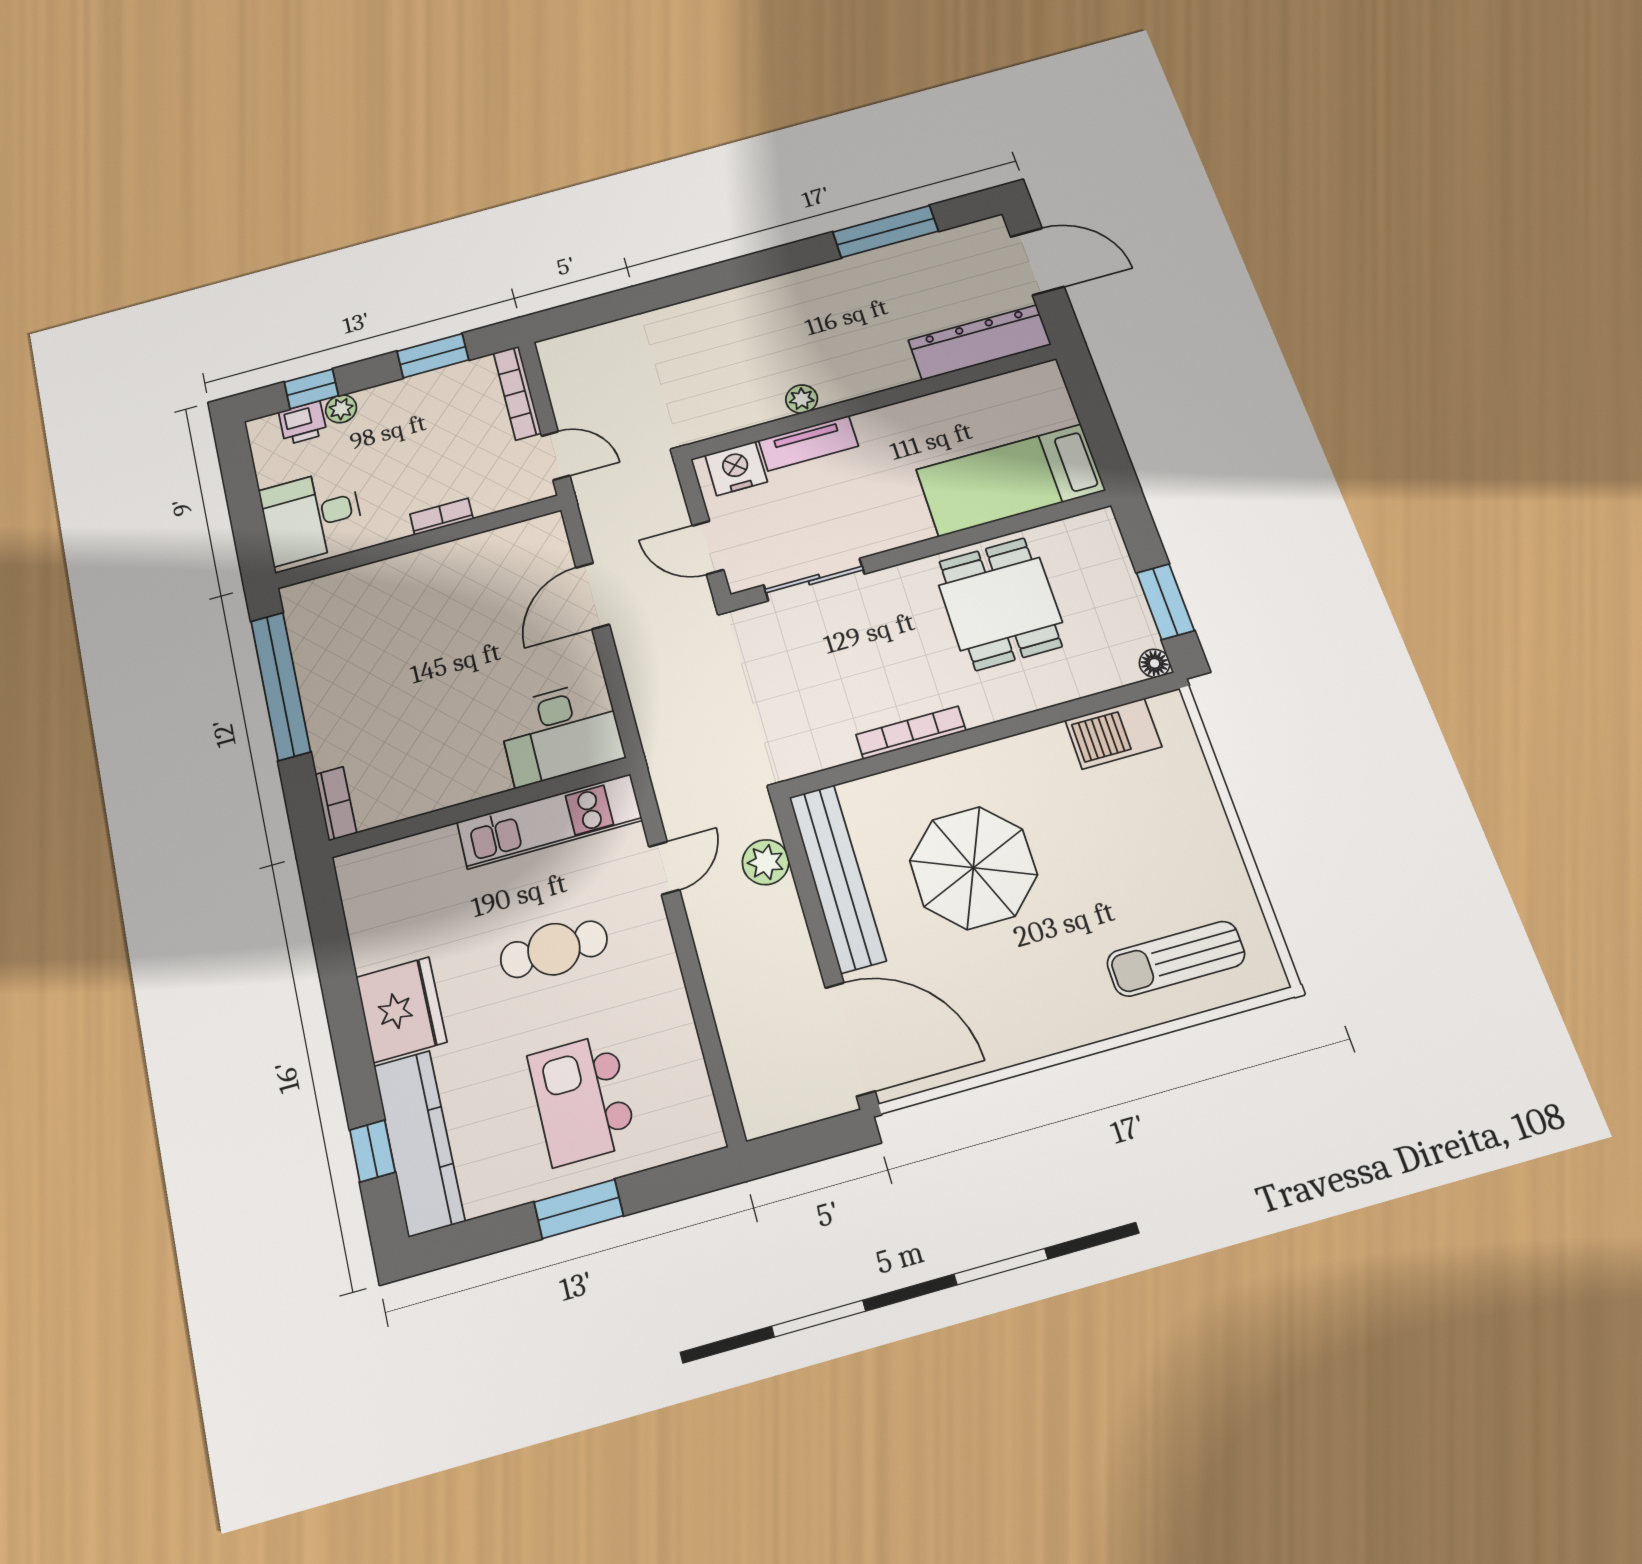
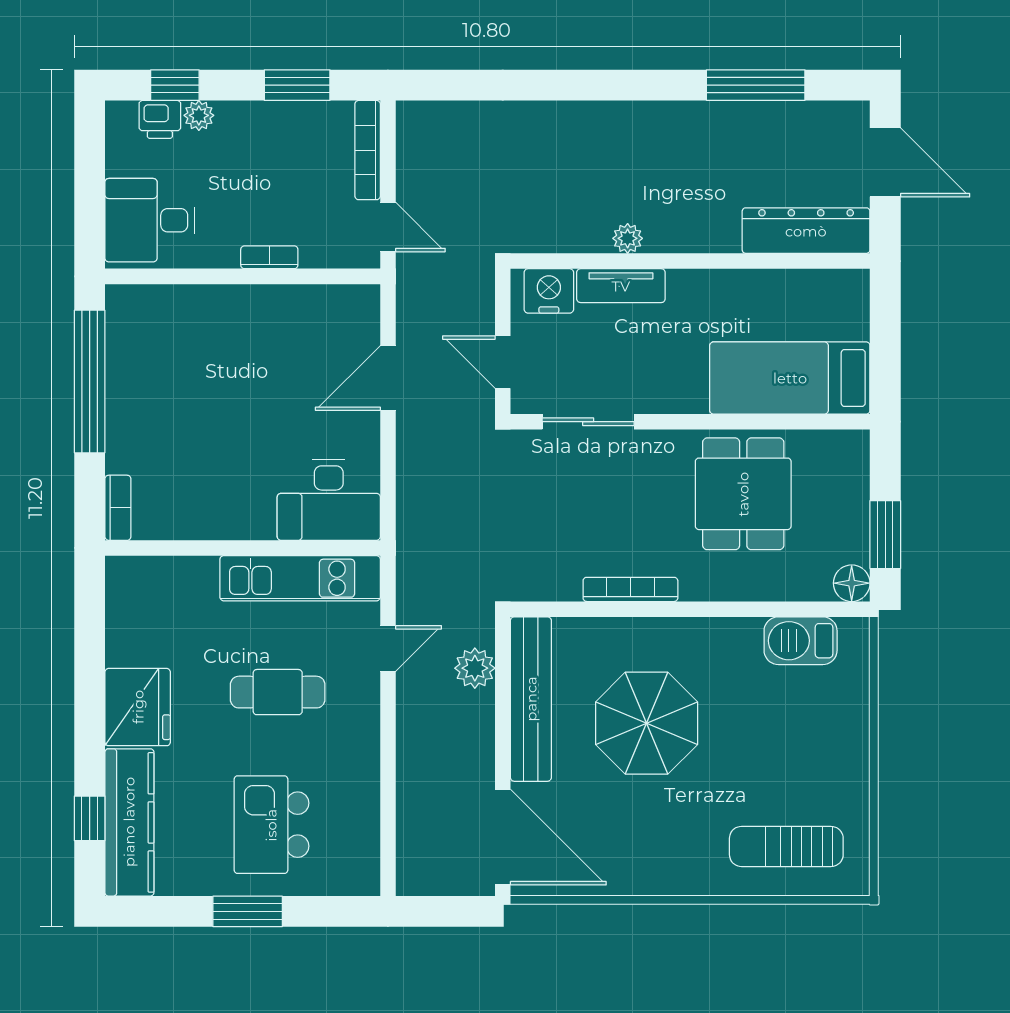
floor lamp: (1155, 663) -> (852, 583), width x1.37, depth x1.37

